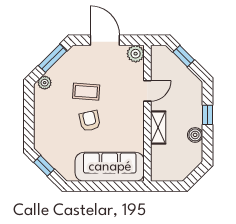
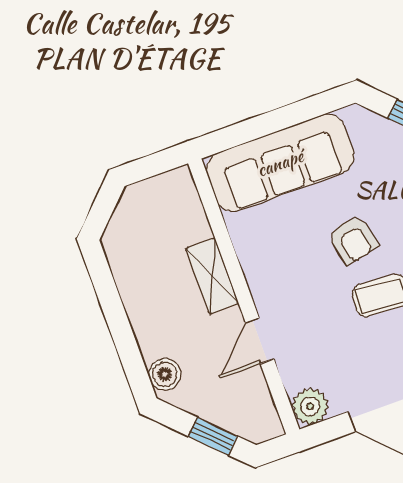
window: (207, 115) -> (123, 336), removed
boiler: (195, 135) -> (165, 374), moved

